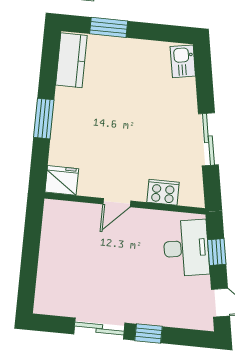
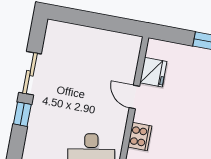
fridge: (62, 180) -> (153, 72), moved

